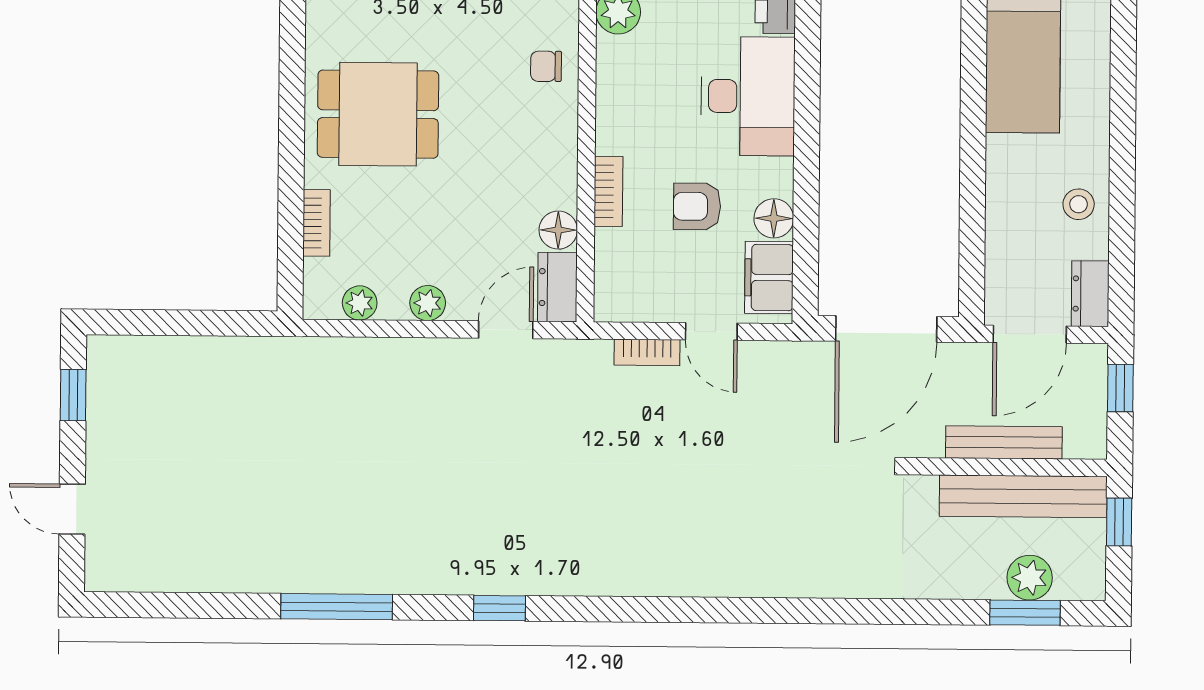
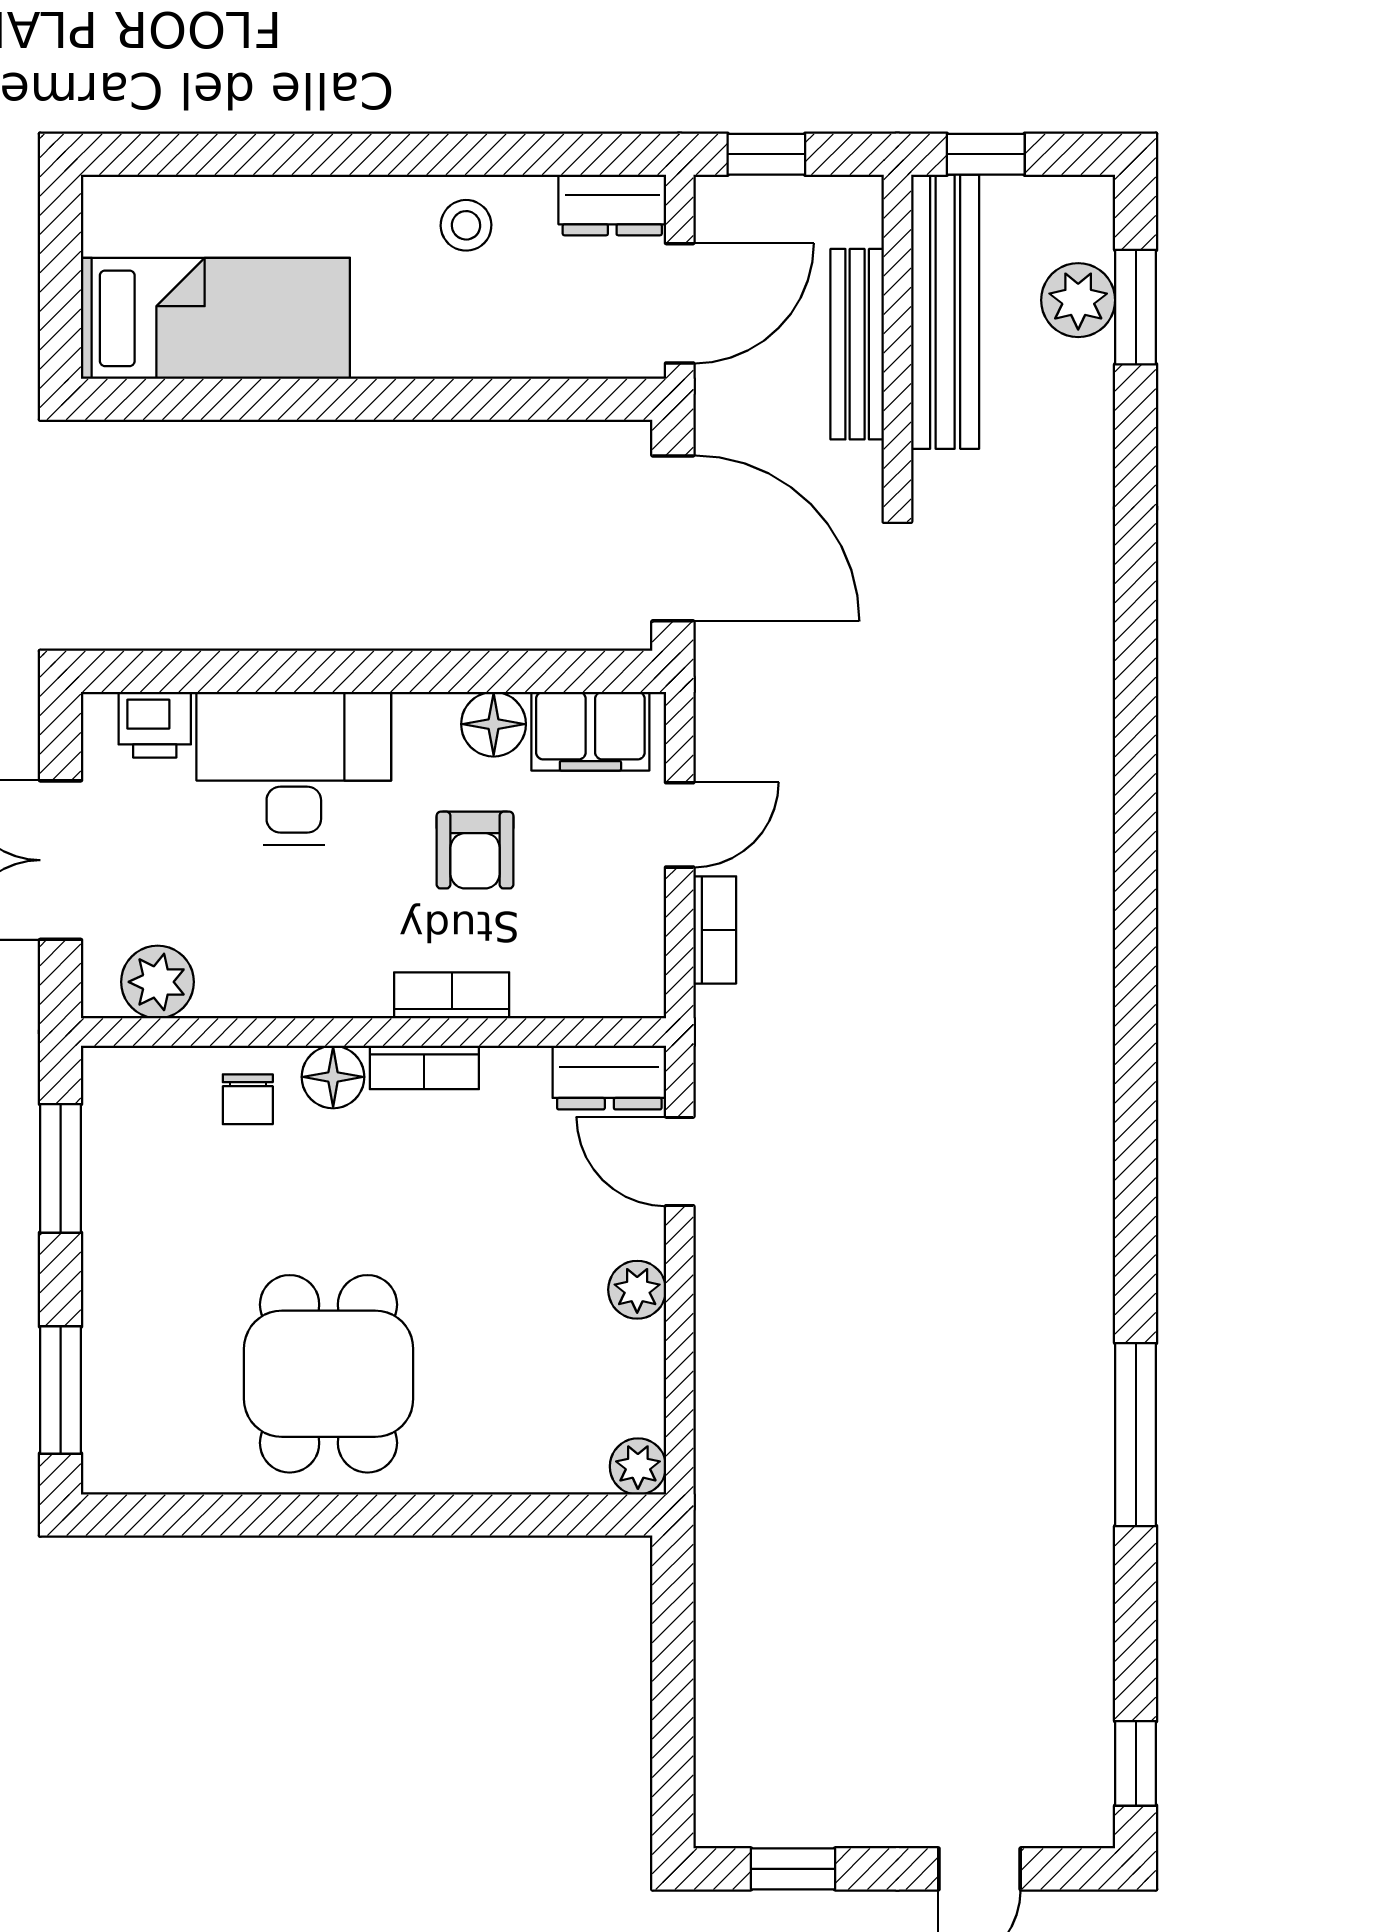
bookcase: (317, 223) -> (424, 1067), moved, turned 180
floor lamp: (558, 230) -> (333, 1077), moved
plant: (360, 303) -> (638, 1466), moved
door: (1030, 334) -> (680, 303), hinge flipped
window: (500, 608) -> (1136, 1763), moved

